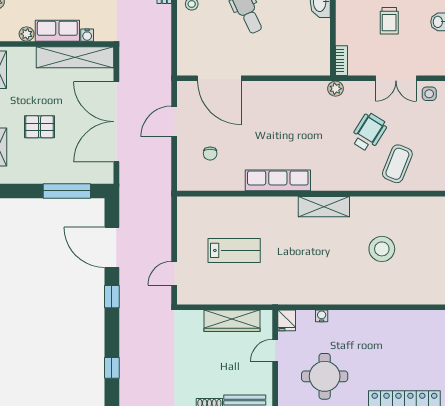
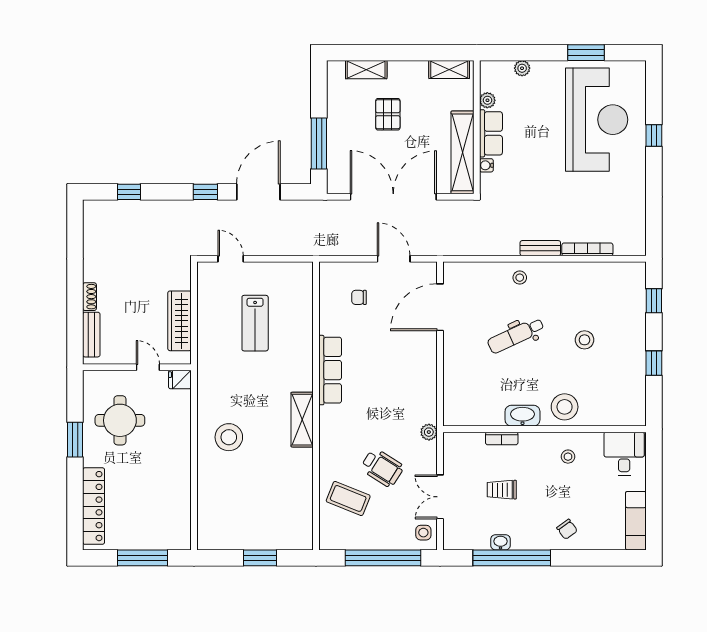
bookcase: (341, 61) -> (502, 438), moved
stool: (382, 249) -> (229, 437), moved
water cooler: (322, 316) -> (185, 417), removed

